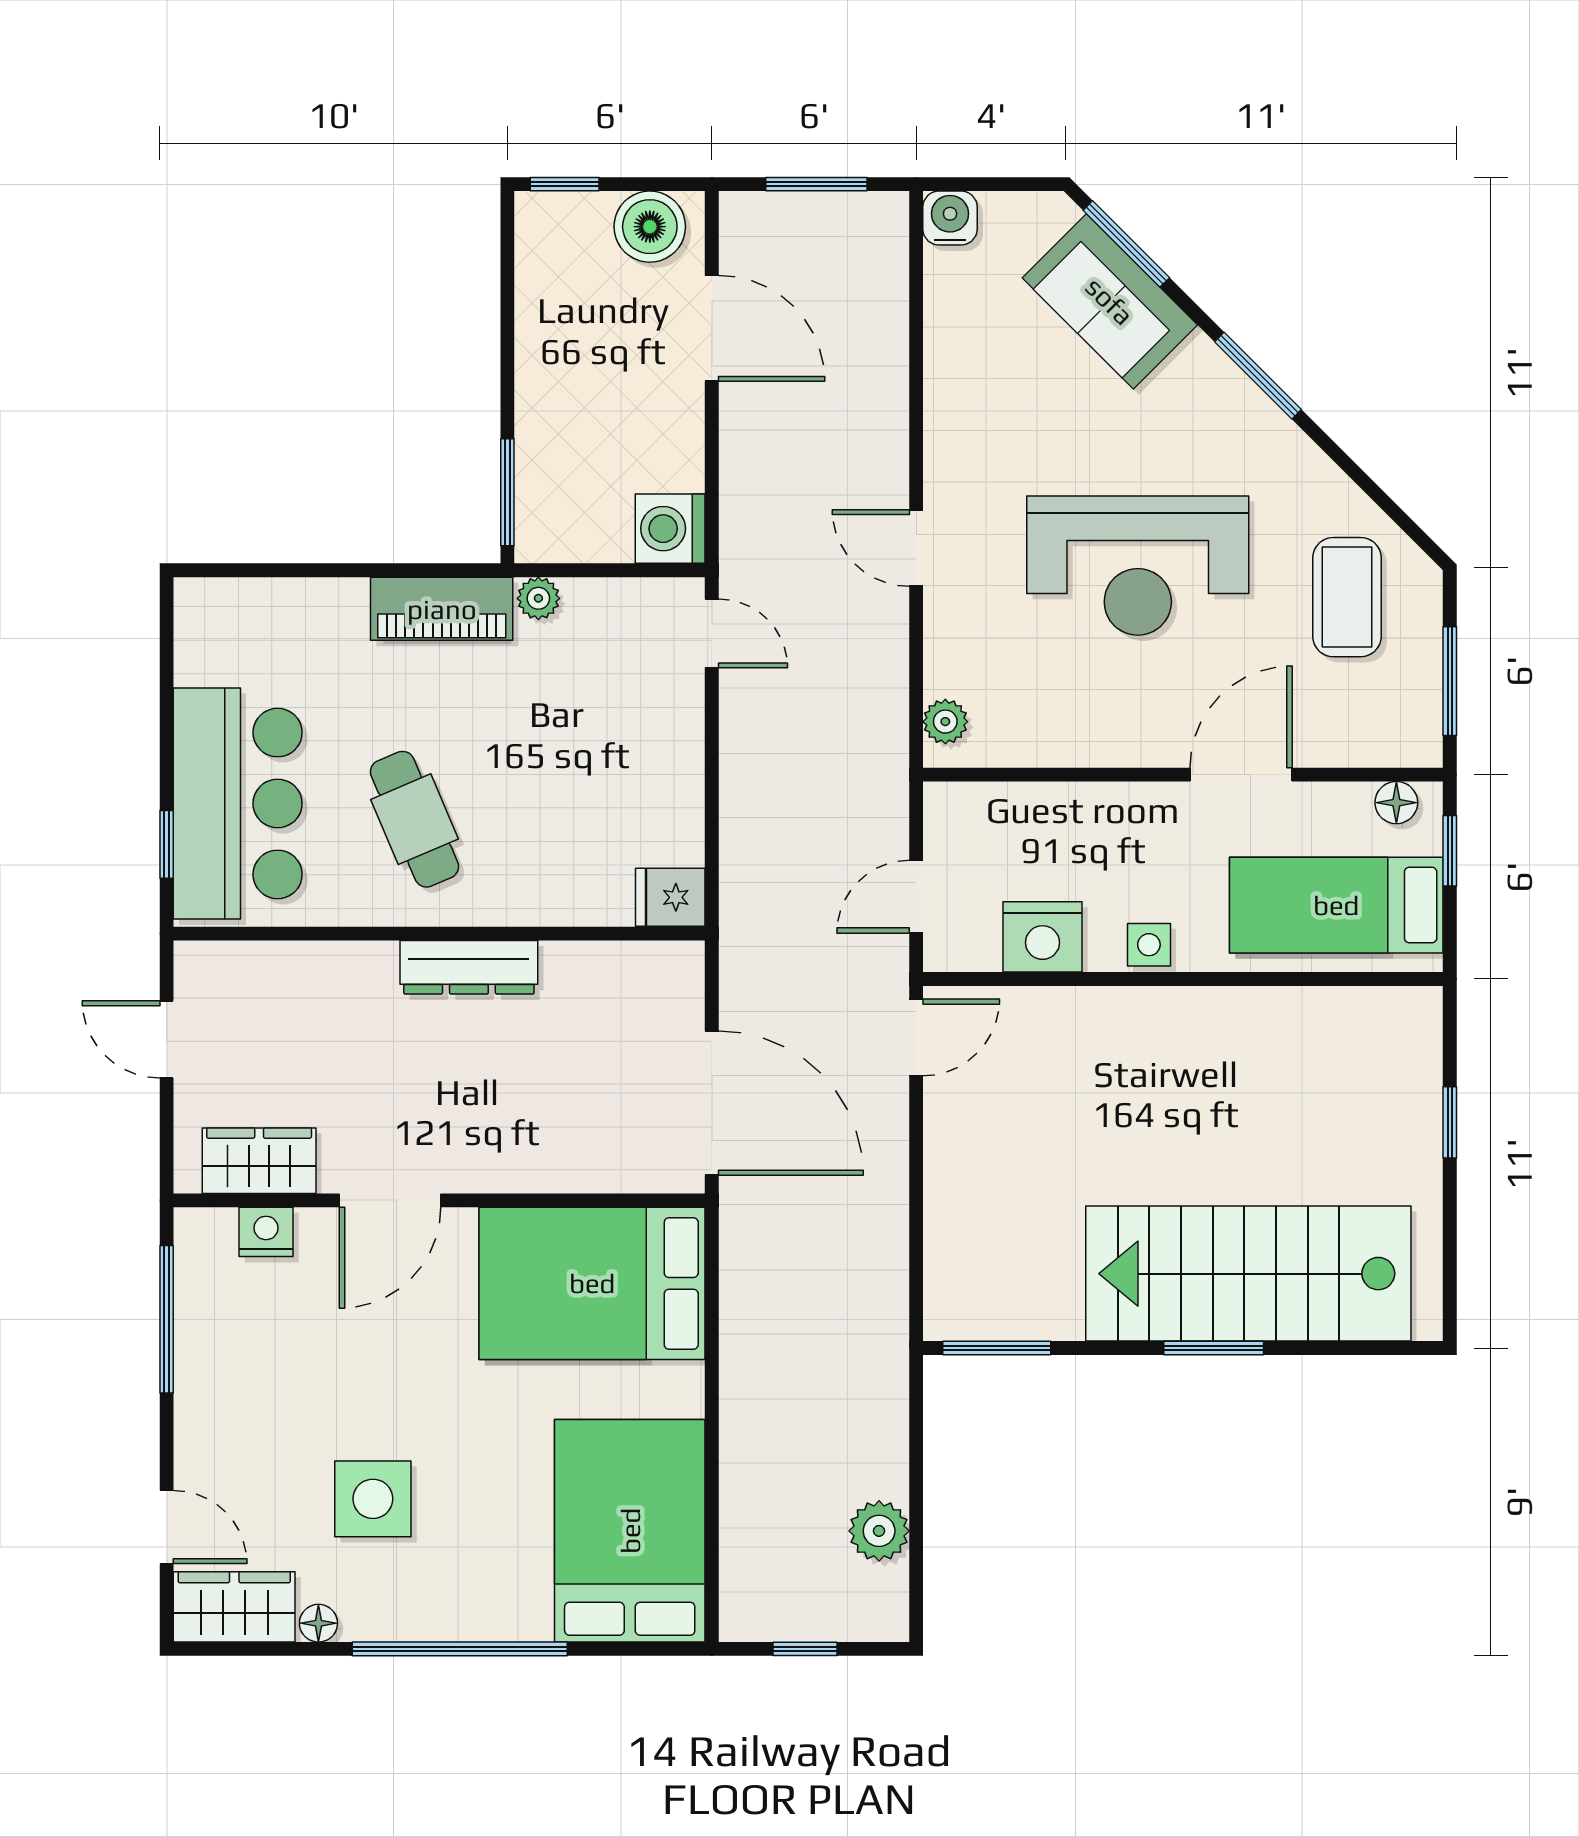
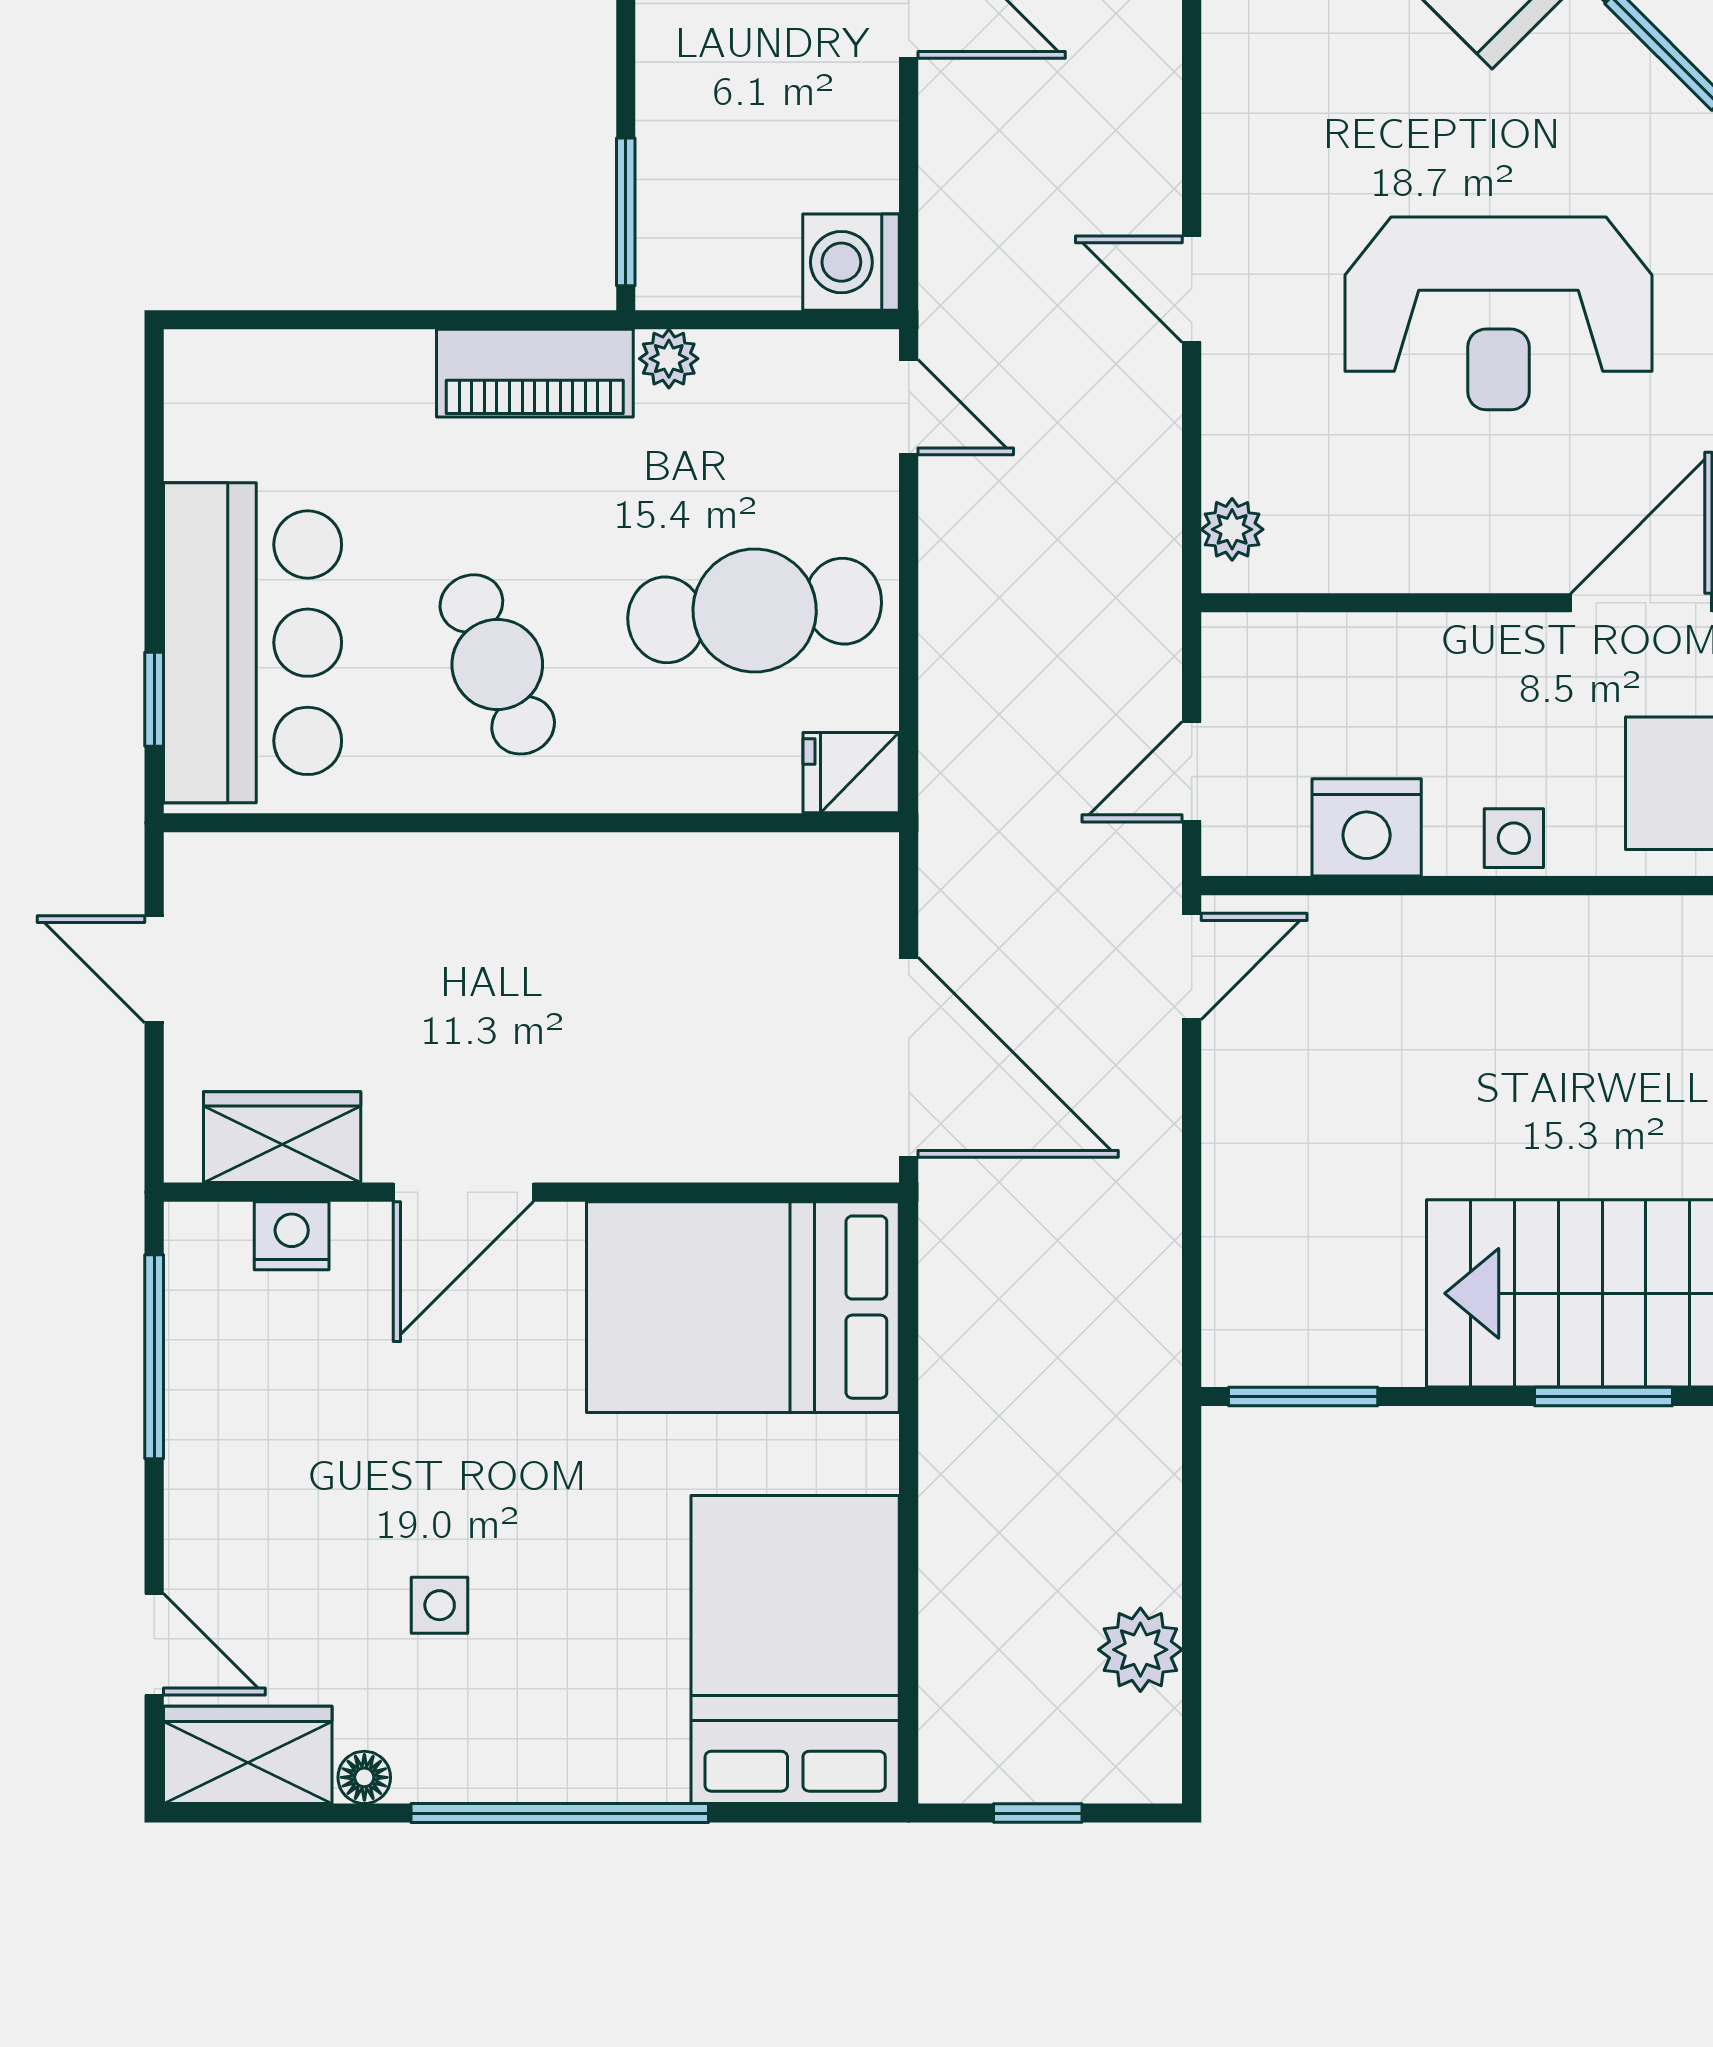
cafe table: (600, 780) -> (755, 611), added
dresser: (469, 967) -> (573, 869), removed
side table: (373, 1499) -> (440, 1605), width x0.54, depth x0.54

